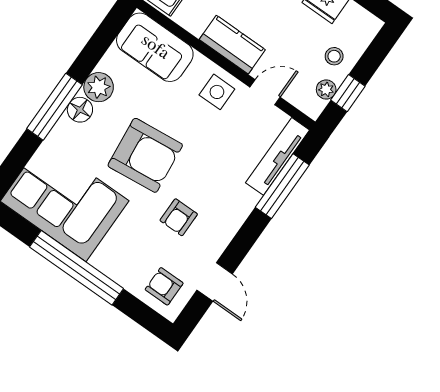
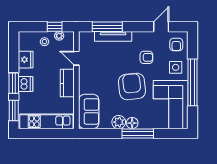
side table: (217, 92) -> (176, 67), moved
tv unit: (278, 156) -> (113, 36), moved

